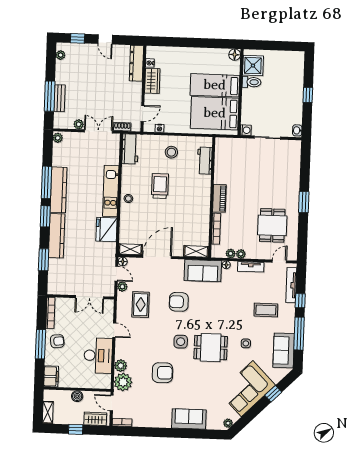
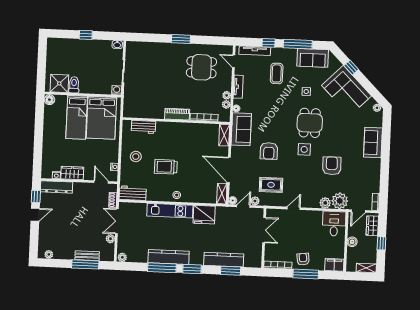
window: (77, 38) -> (36, 196), moved
kitchen counter: (57, 236) -> (224, 260), moved
desk: (98, 355) -> (334, 224), moved, width x0.73

